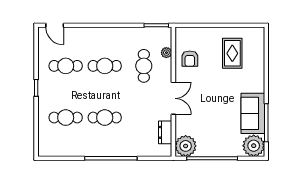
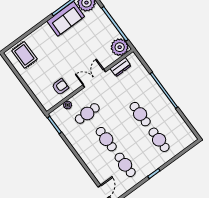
rug: (232, 53) -> (24, 55), moved, turned 90

